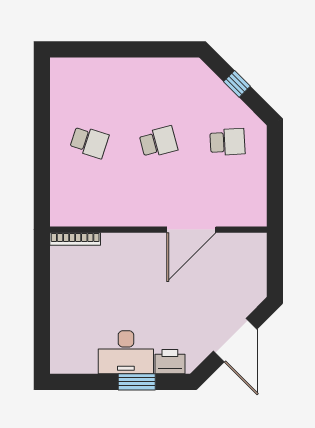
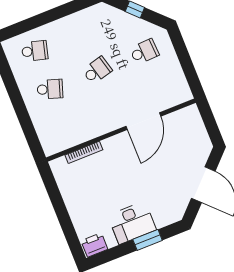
school desk: (89, 86) -> (35, 51), added
bookcase: (75, 239) -> (84, 152), moved
printer: (170, 362) -> (94, 245), moved

